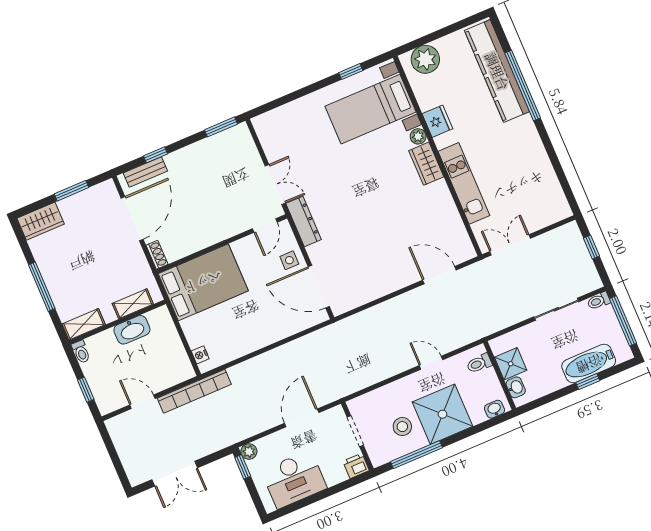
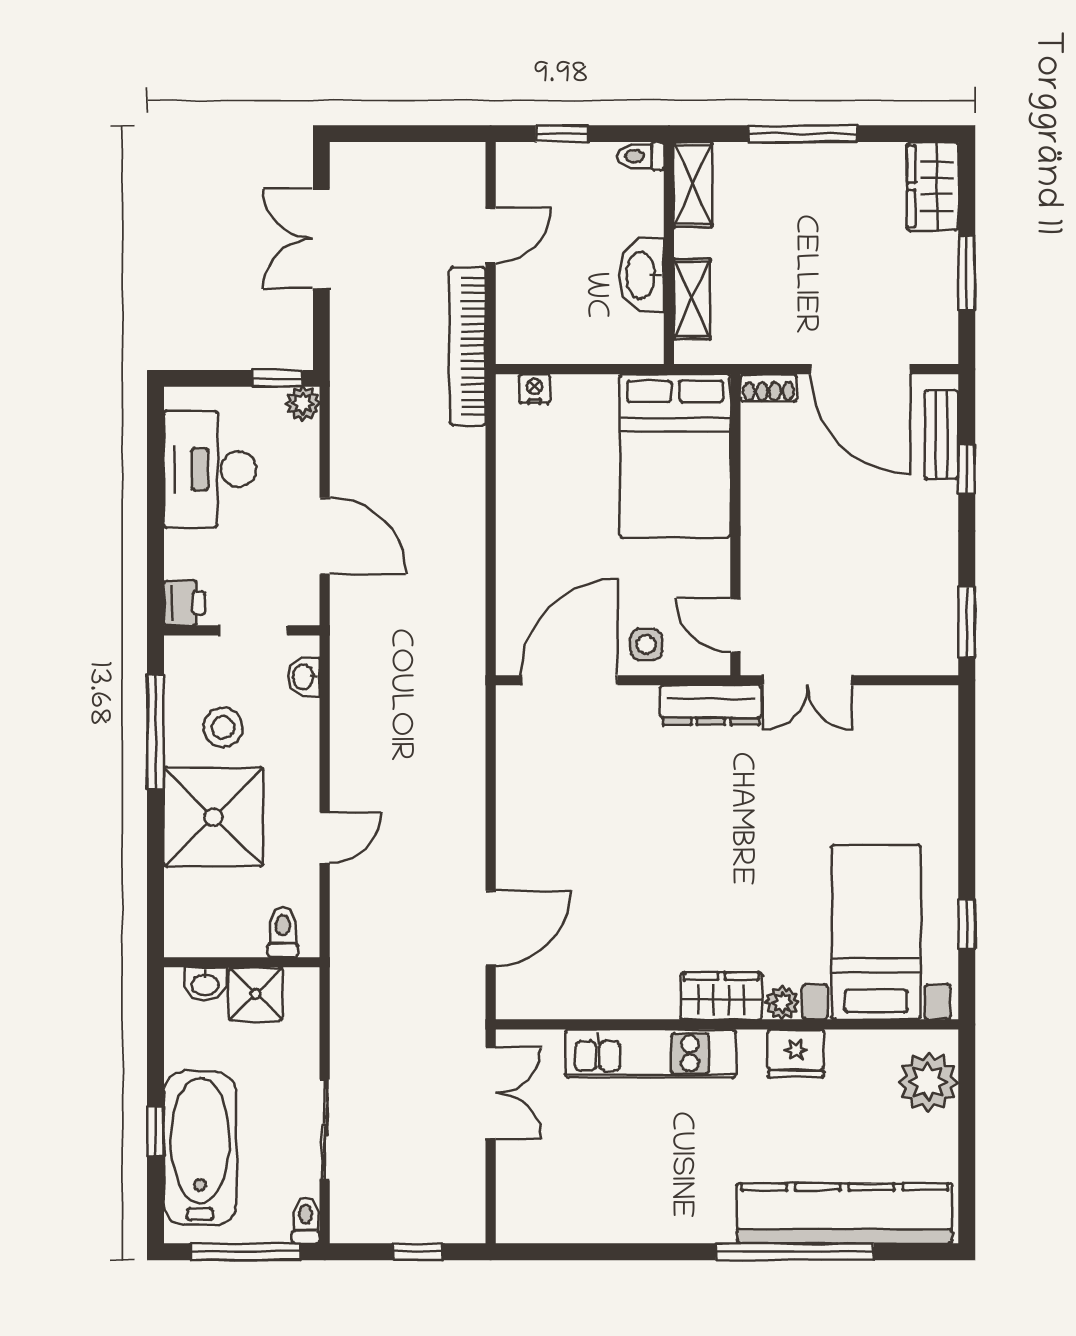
bathtub: (589, 364) -> (200, 1148), width x1.36, depth x1.36
washbasin: (494, 409) -> (304, 677), moved, turned 180

